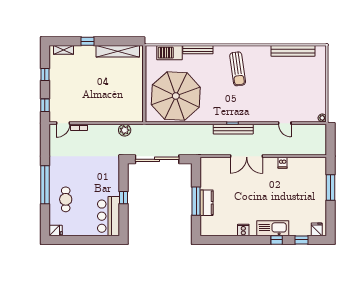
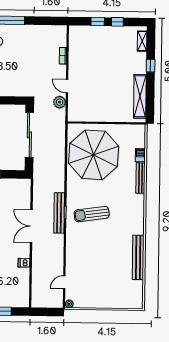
bench: (293, 51) -> (138, 257), moved
barbecue: (170, 53) -> (140, 155), width x0.53, depth x0.65
sun lounger: (238, 69) -> (92, 214), moved
window: (45, 105) -> (98, 22), moved
door: (63, 123) -> (67, 86), moved
door: (285, 123) -> (64, 282), moved

